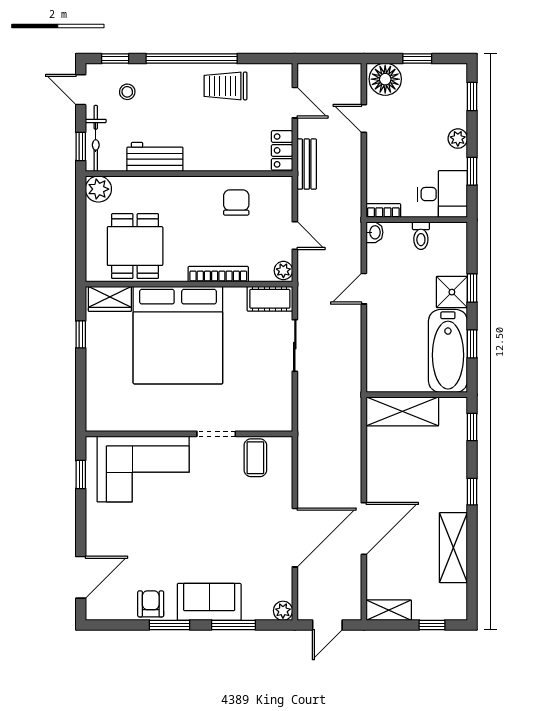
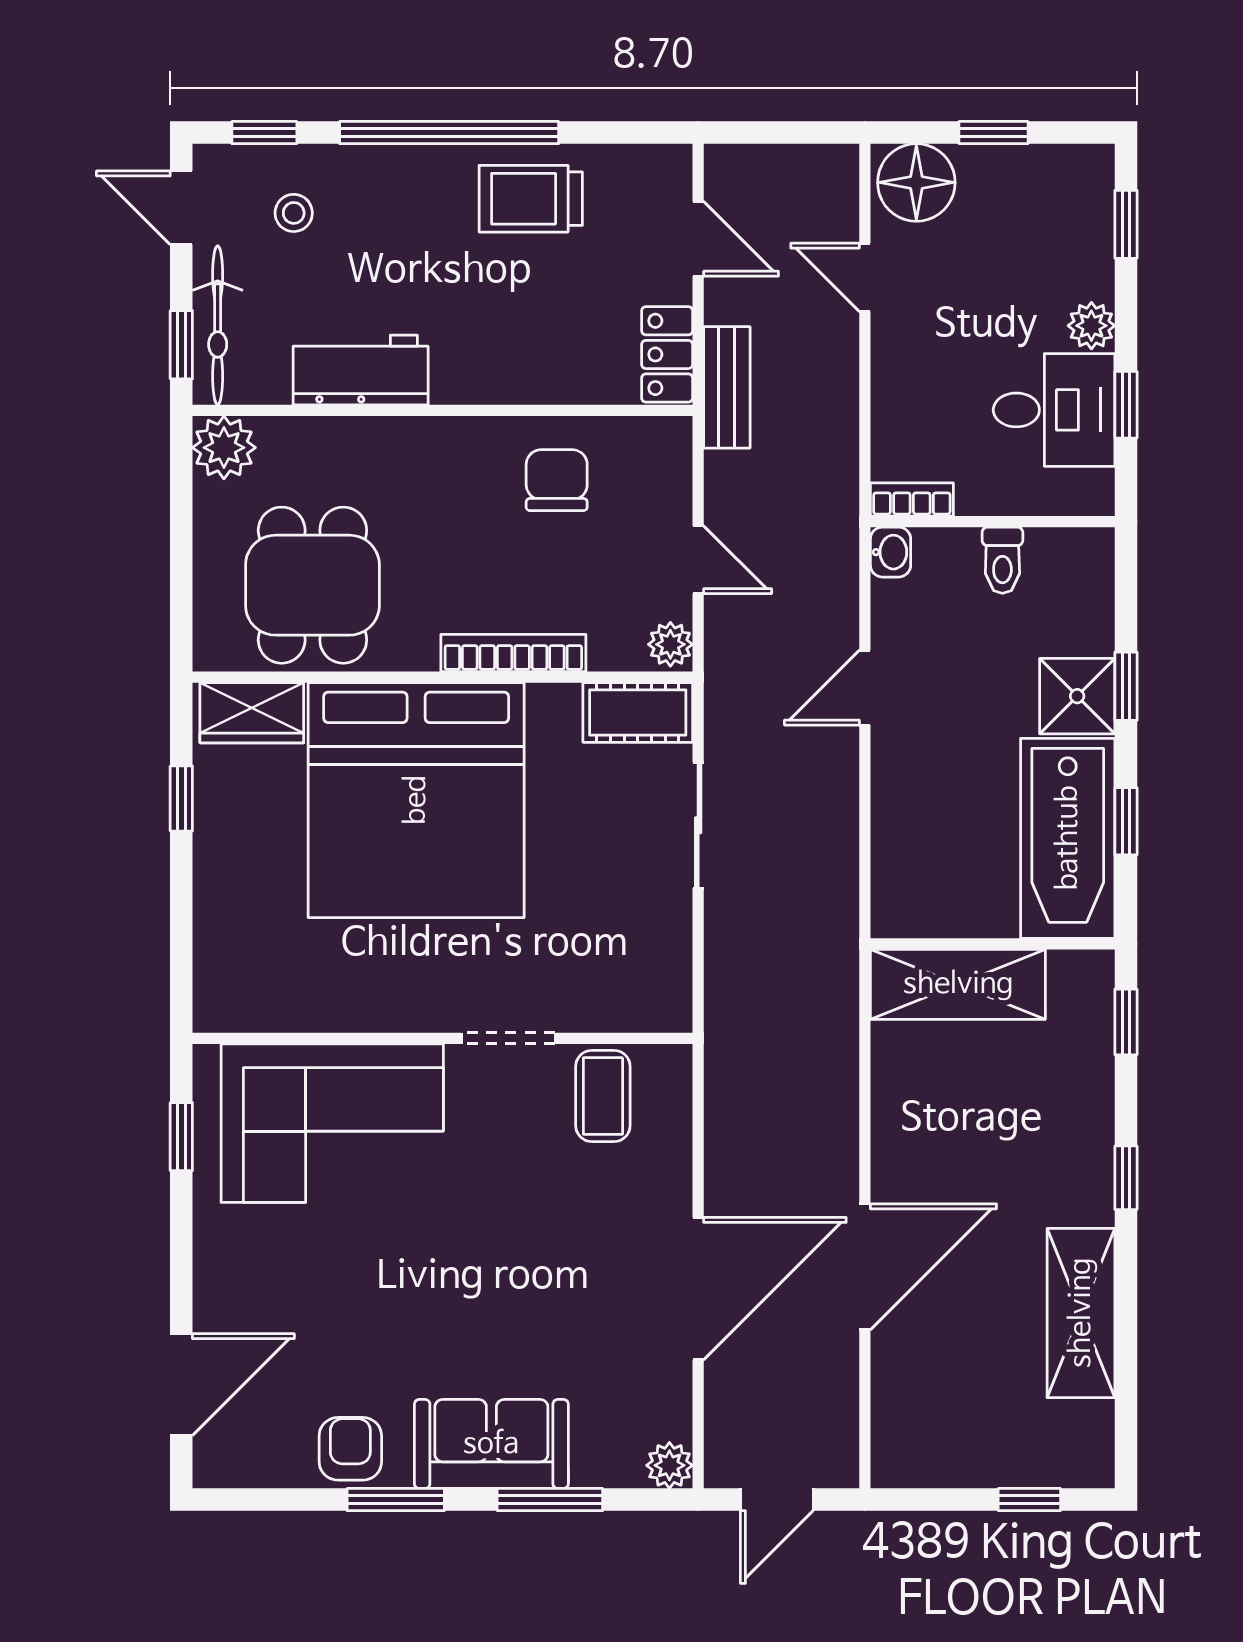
desk: (442, 194) -> (1054, 410), moved
shelving: (389, 610) -> (925, 1464), removed

